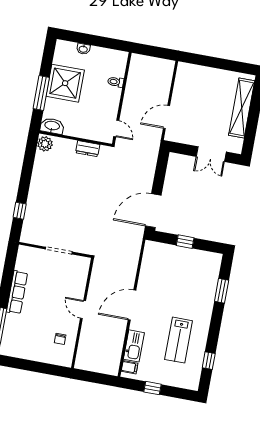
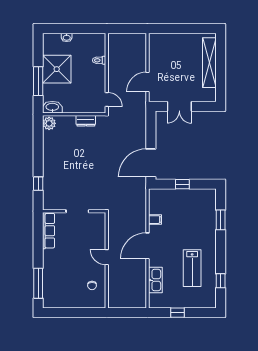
double door: (211, 154) -> (179, 106), moved
row of seats: (17, 292) -> (49, 231), moved
filing cabinet: (130, 367) -> (155, 220), moved

